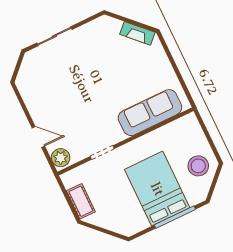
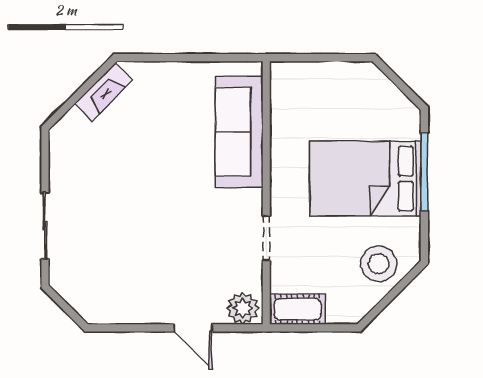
door: (38, 137) -> (193, 328), swing flipped
stool: (198, 166) -> (379, 264), moved
cot: (81, 201) -> (298, 309), moved

